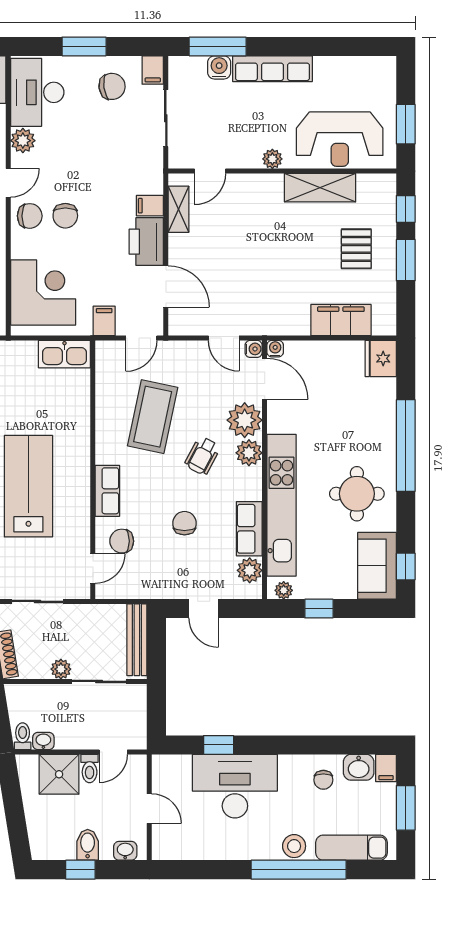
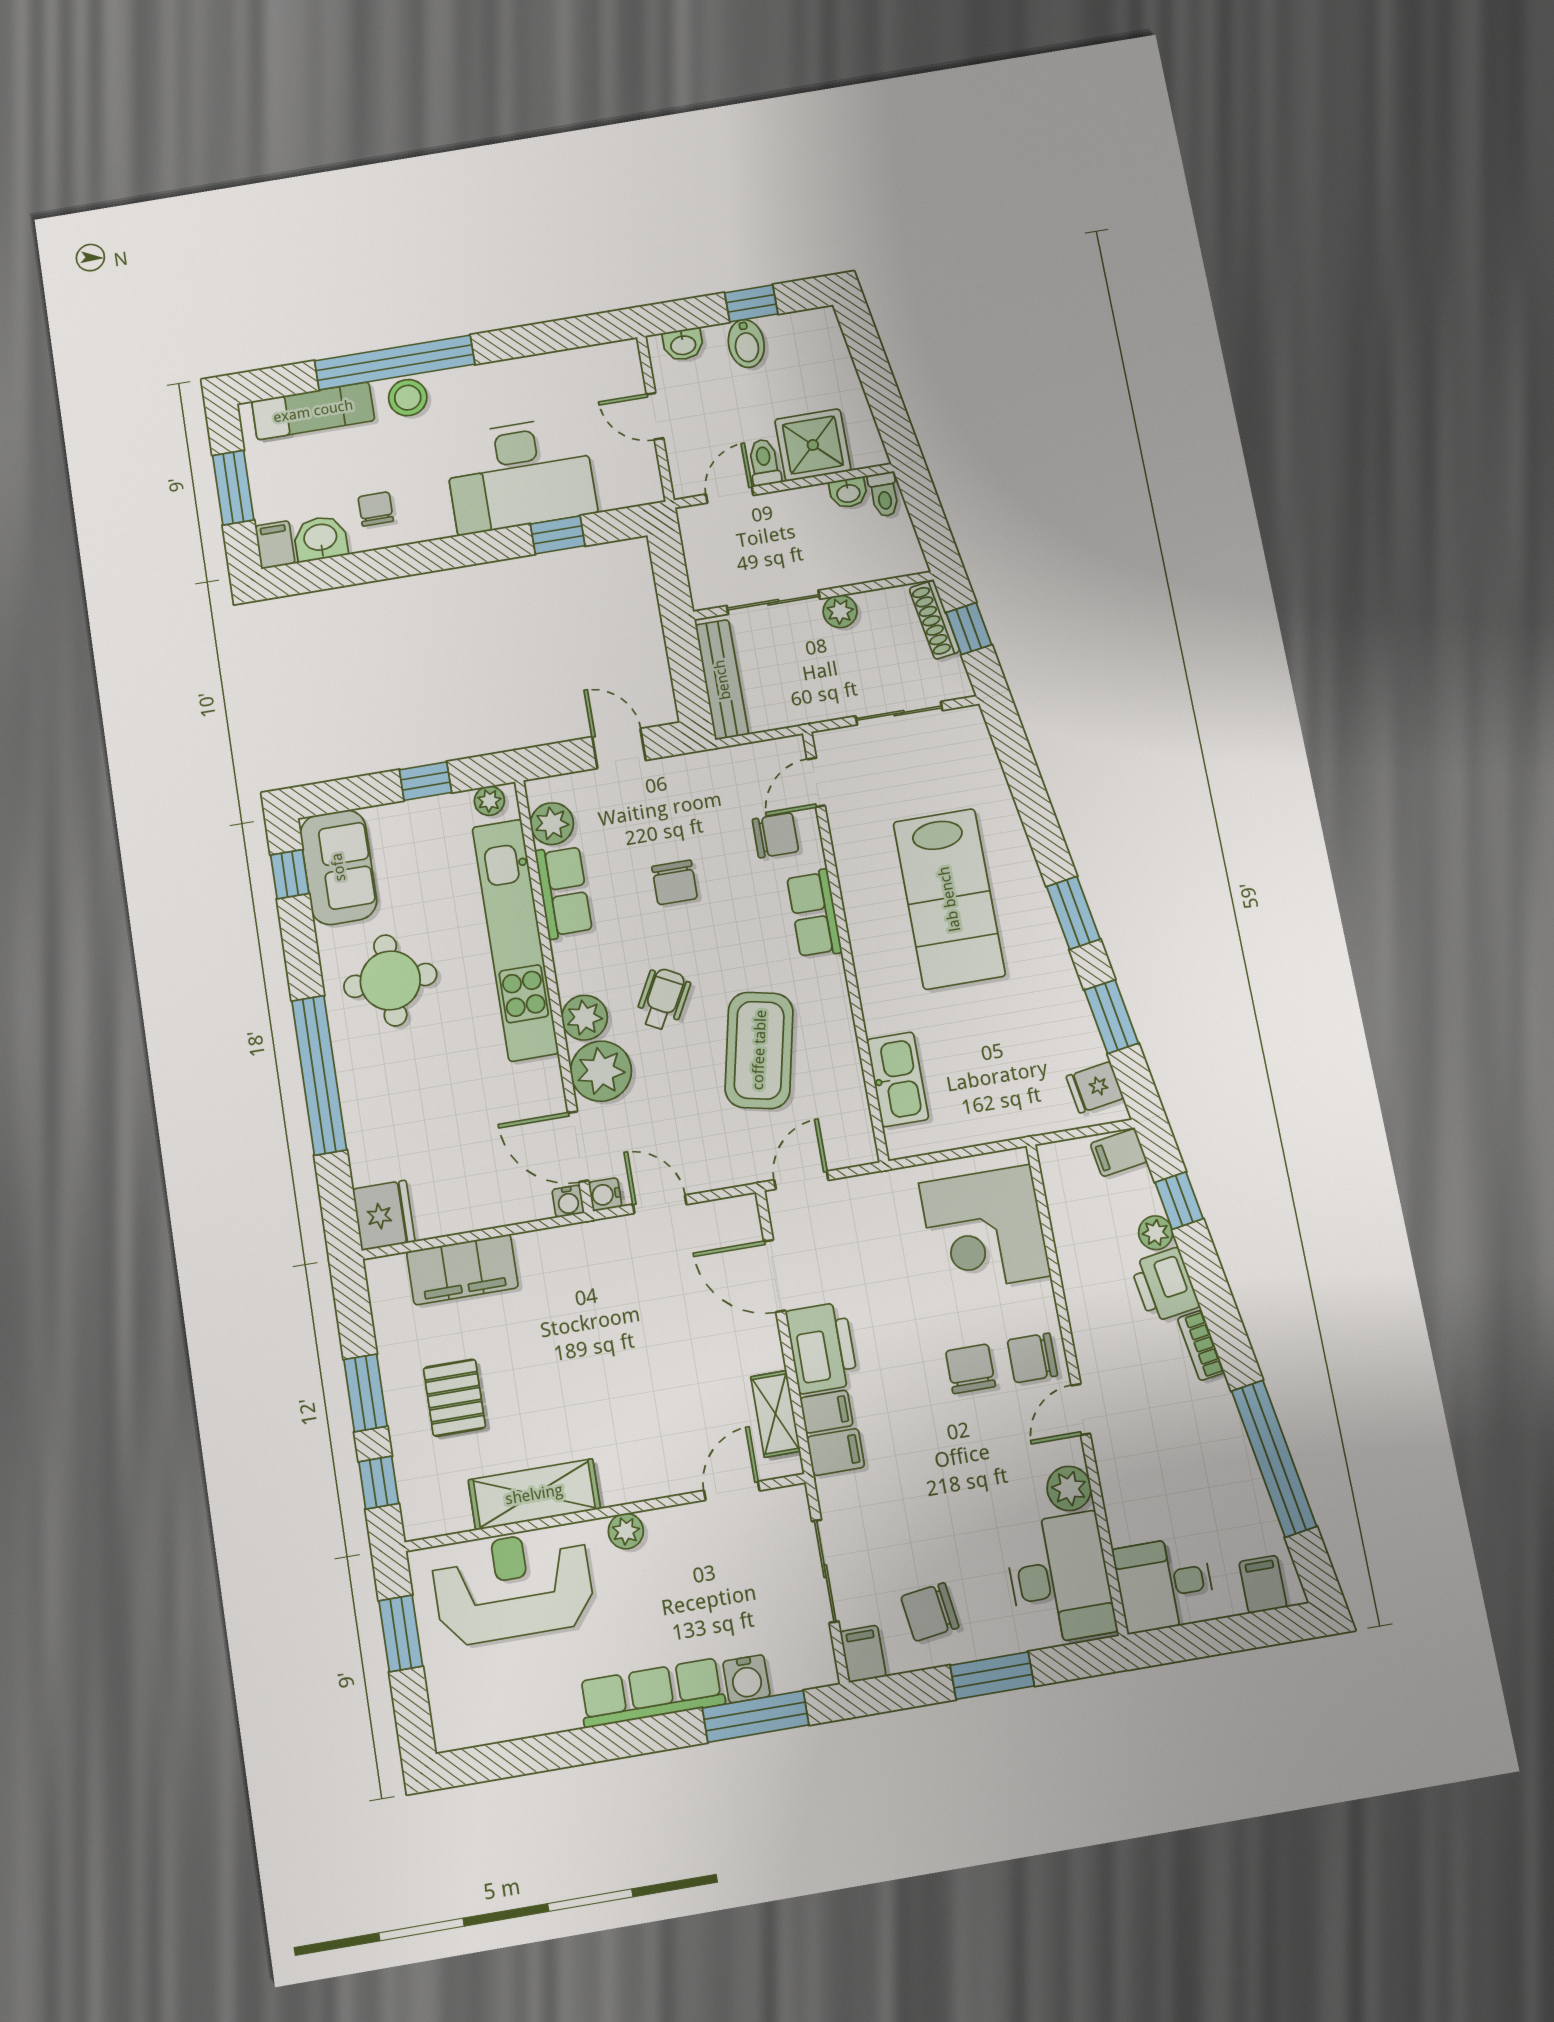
filing cabinet: (104, 321) -> (836, 1452), moved, turned -90
kitchen sink: (64, 354) -> (898, 1079), moved, turned 90

